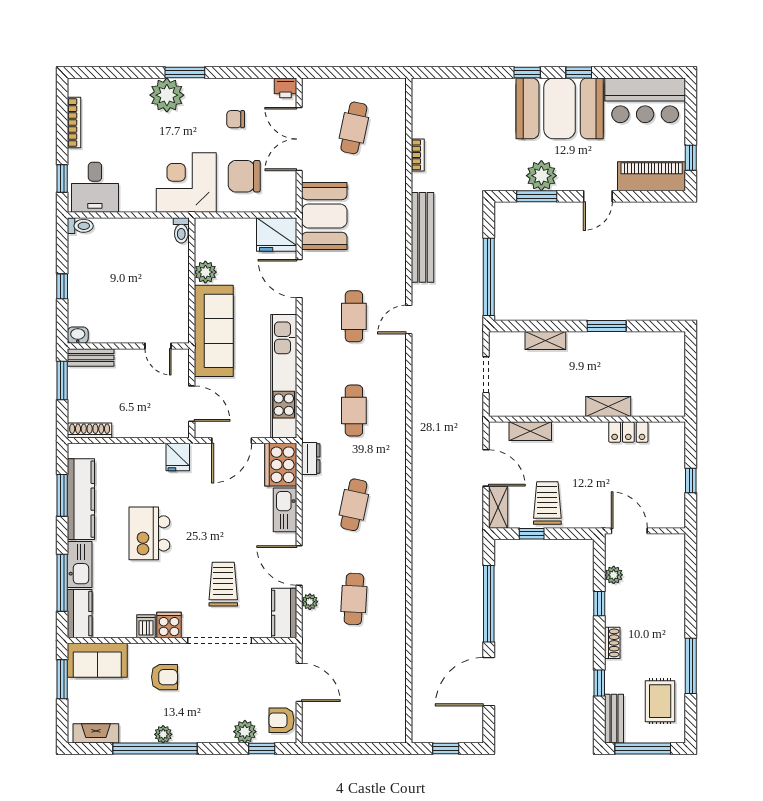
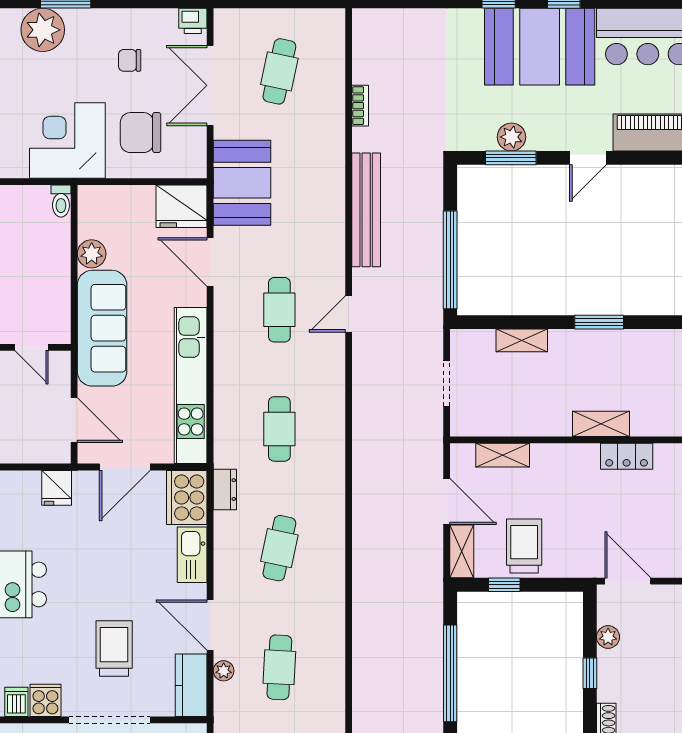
plant: (541, 176) -> (511, 137), width x0.73, depth x0.73

